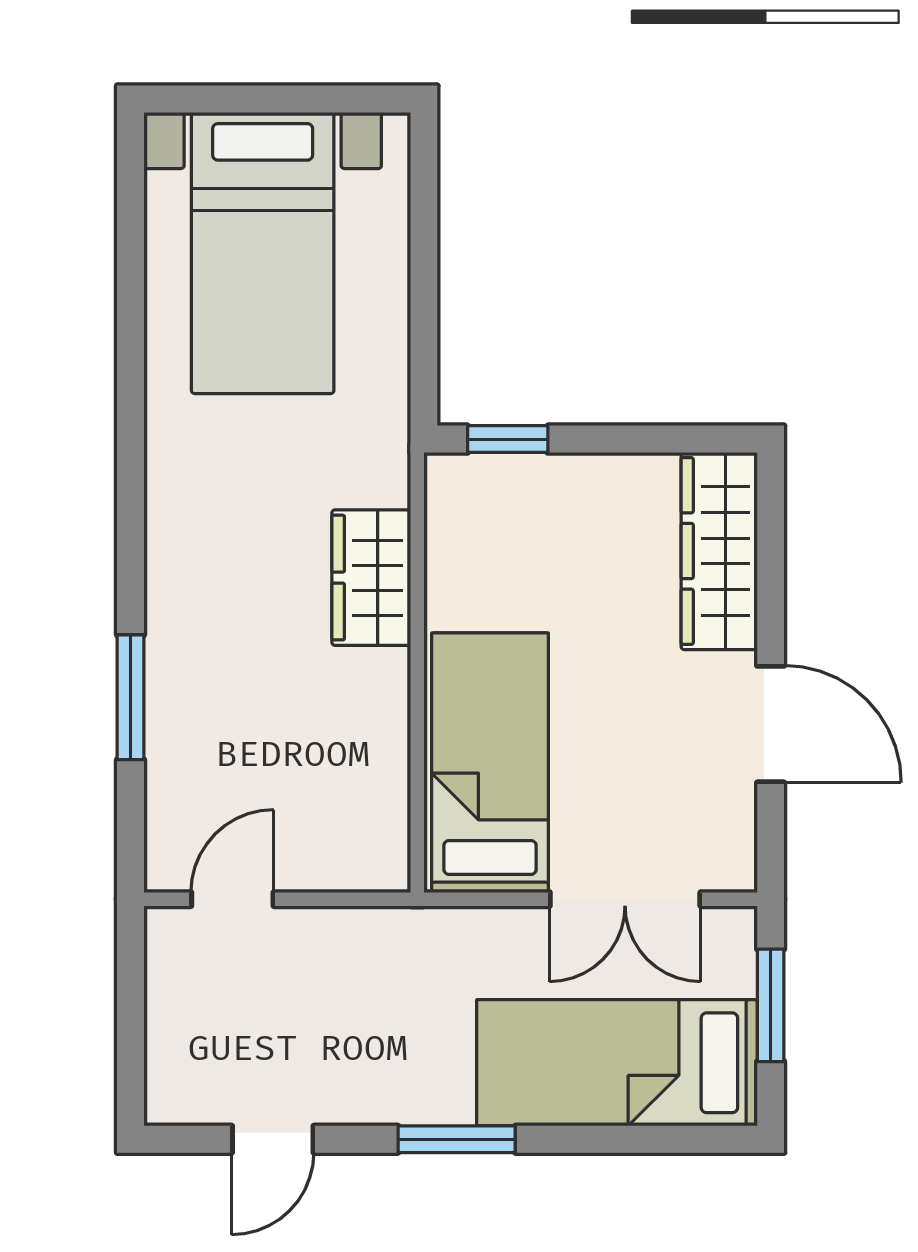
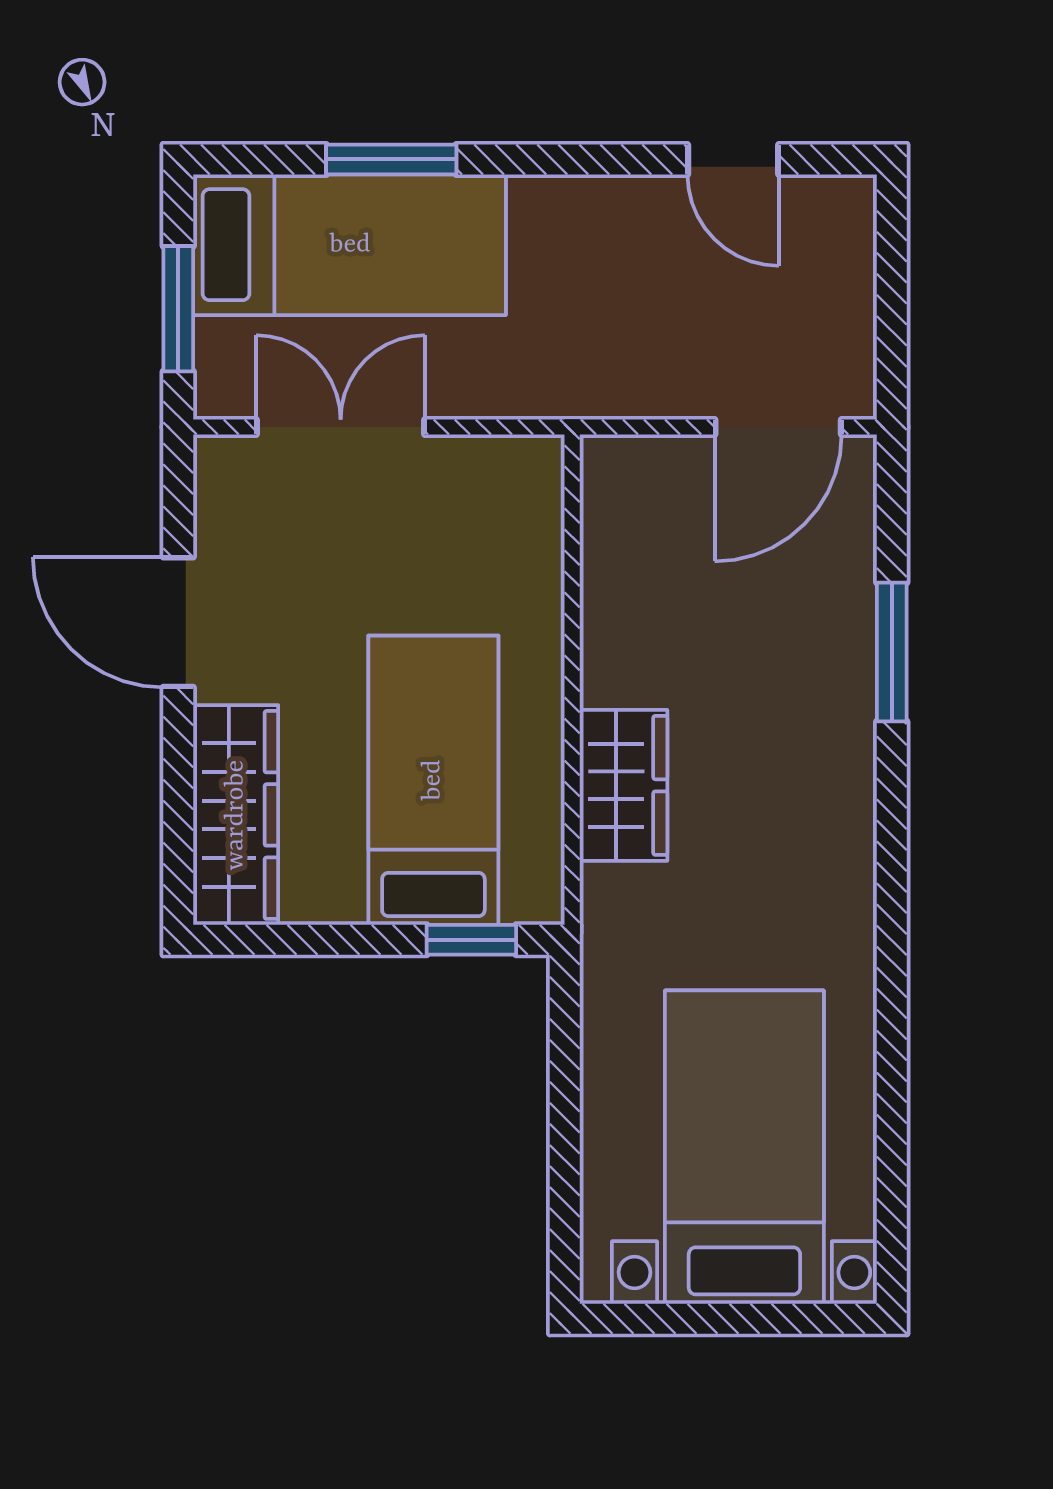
bed: (490, 763) -> (433, 780), moved, turned 180
door: (232, 899) -> (778, 427), width x1.38
door: (273, 1139) -> (733, 159), swing flipped
window: (457, 1139) -> (391, 159), moved

